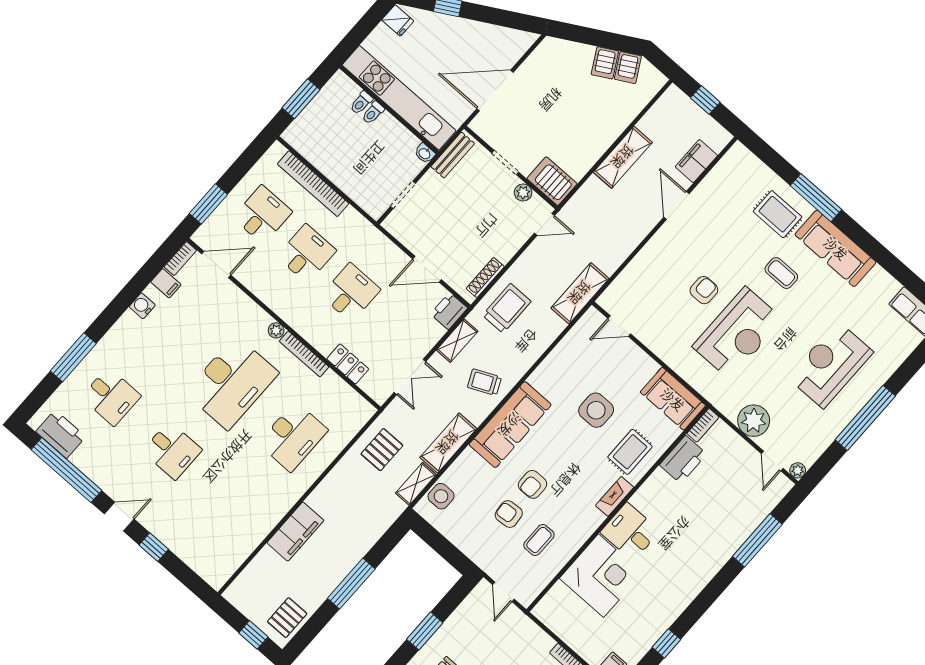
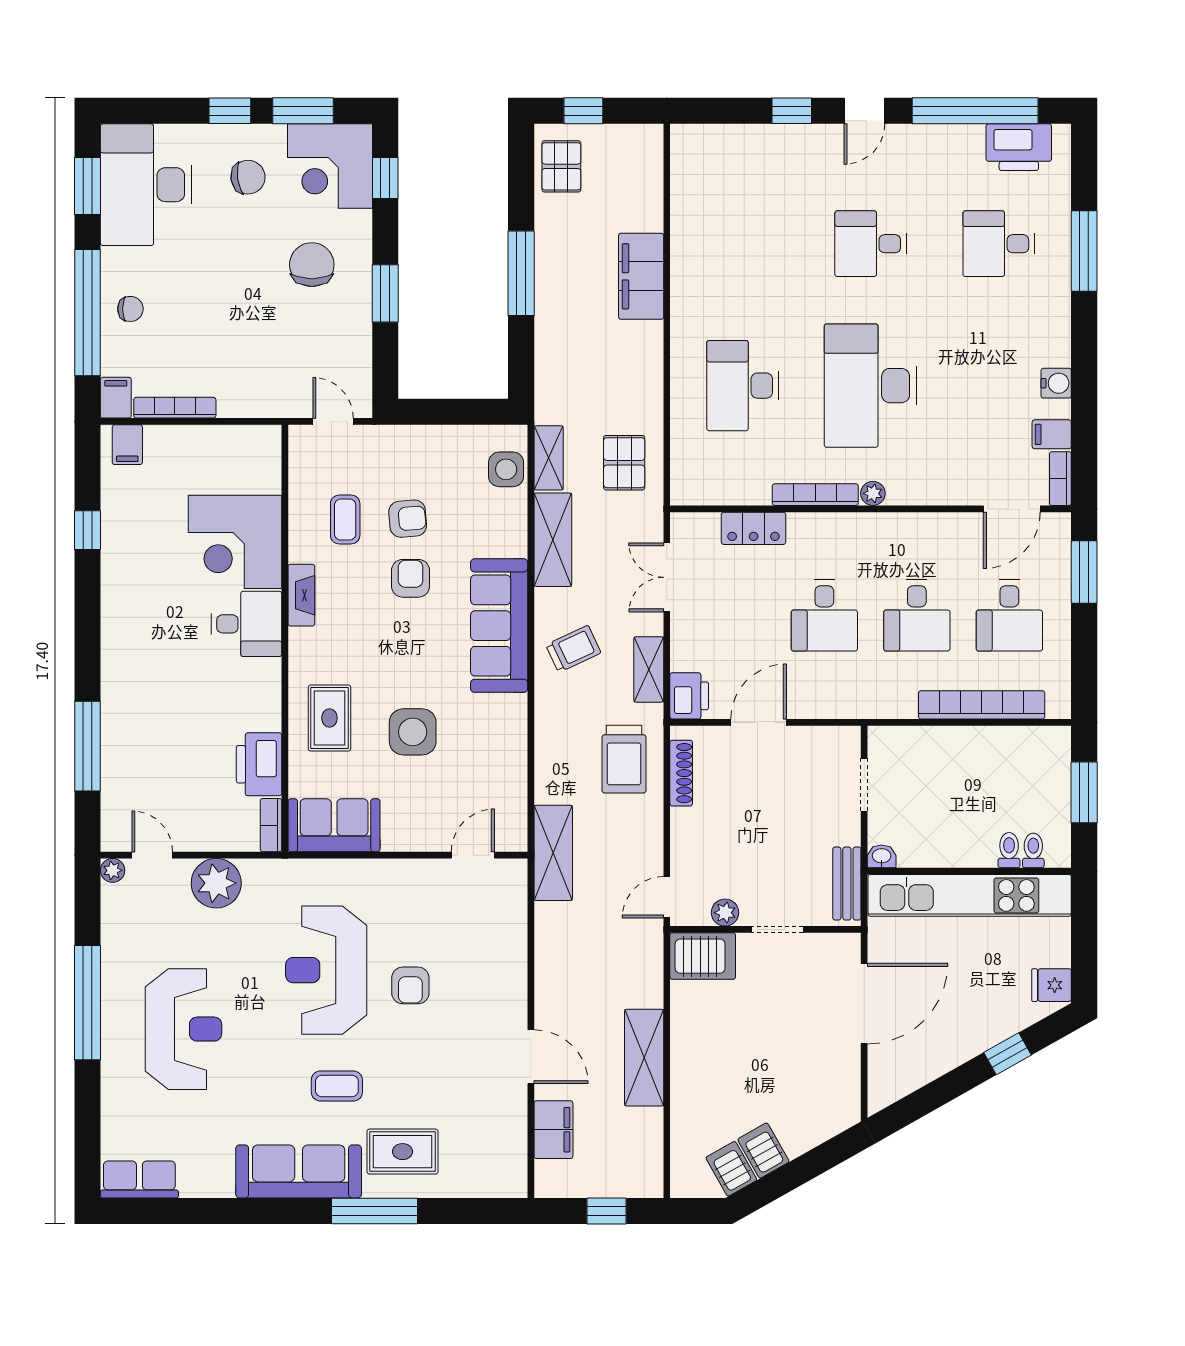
toilet: (373, 113) -> (1033, 851), moved
fireplace: (615, 496) -> (301, 595), moved

